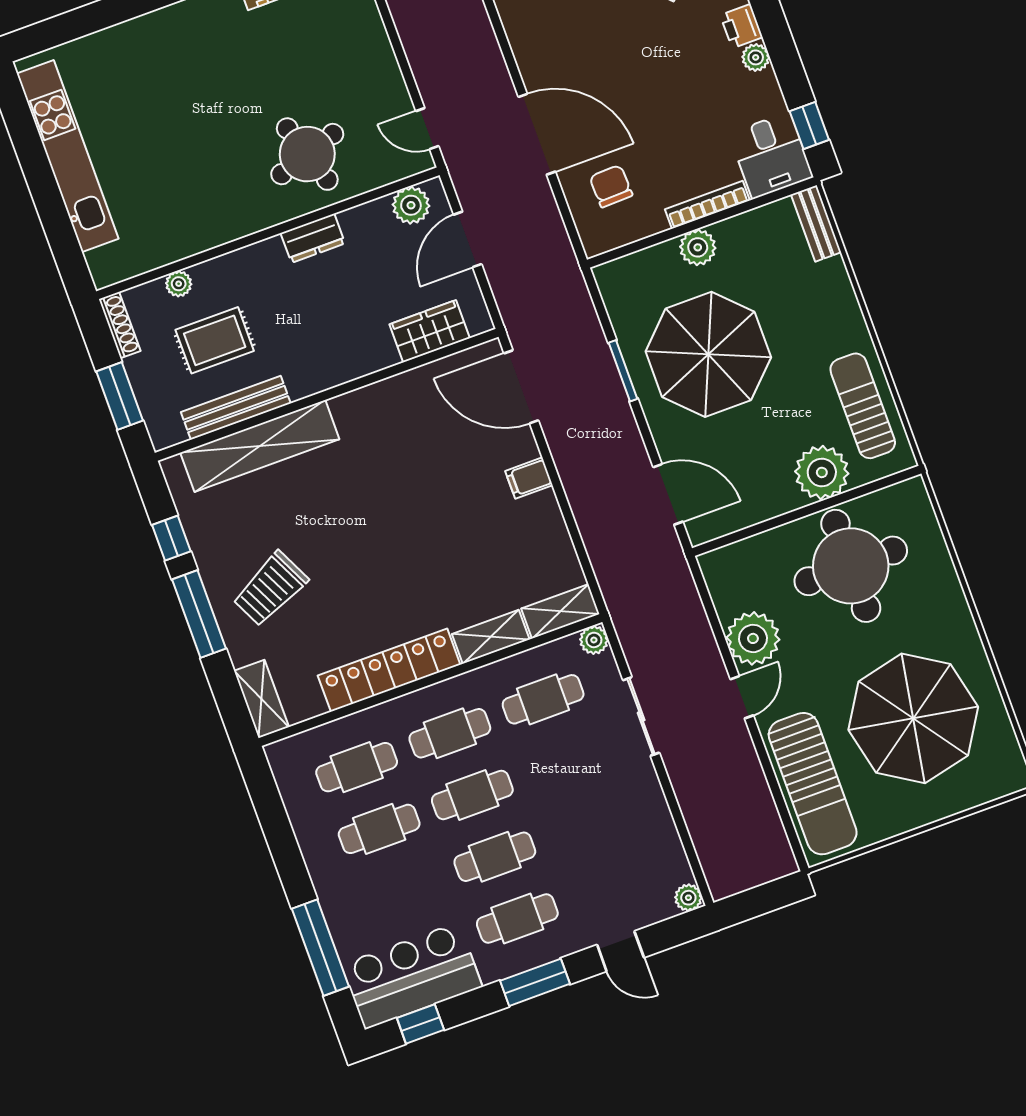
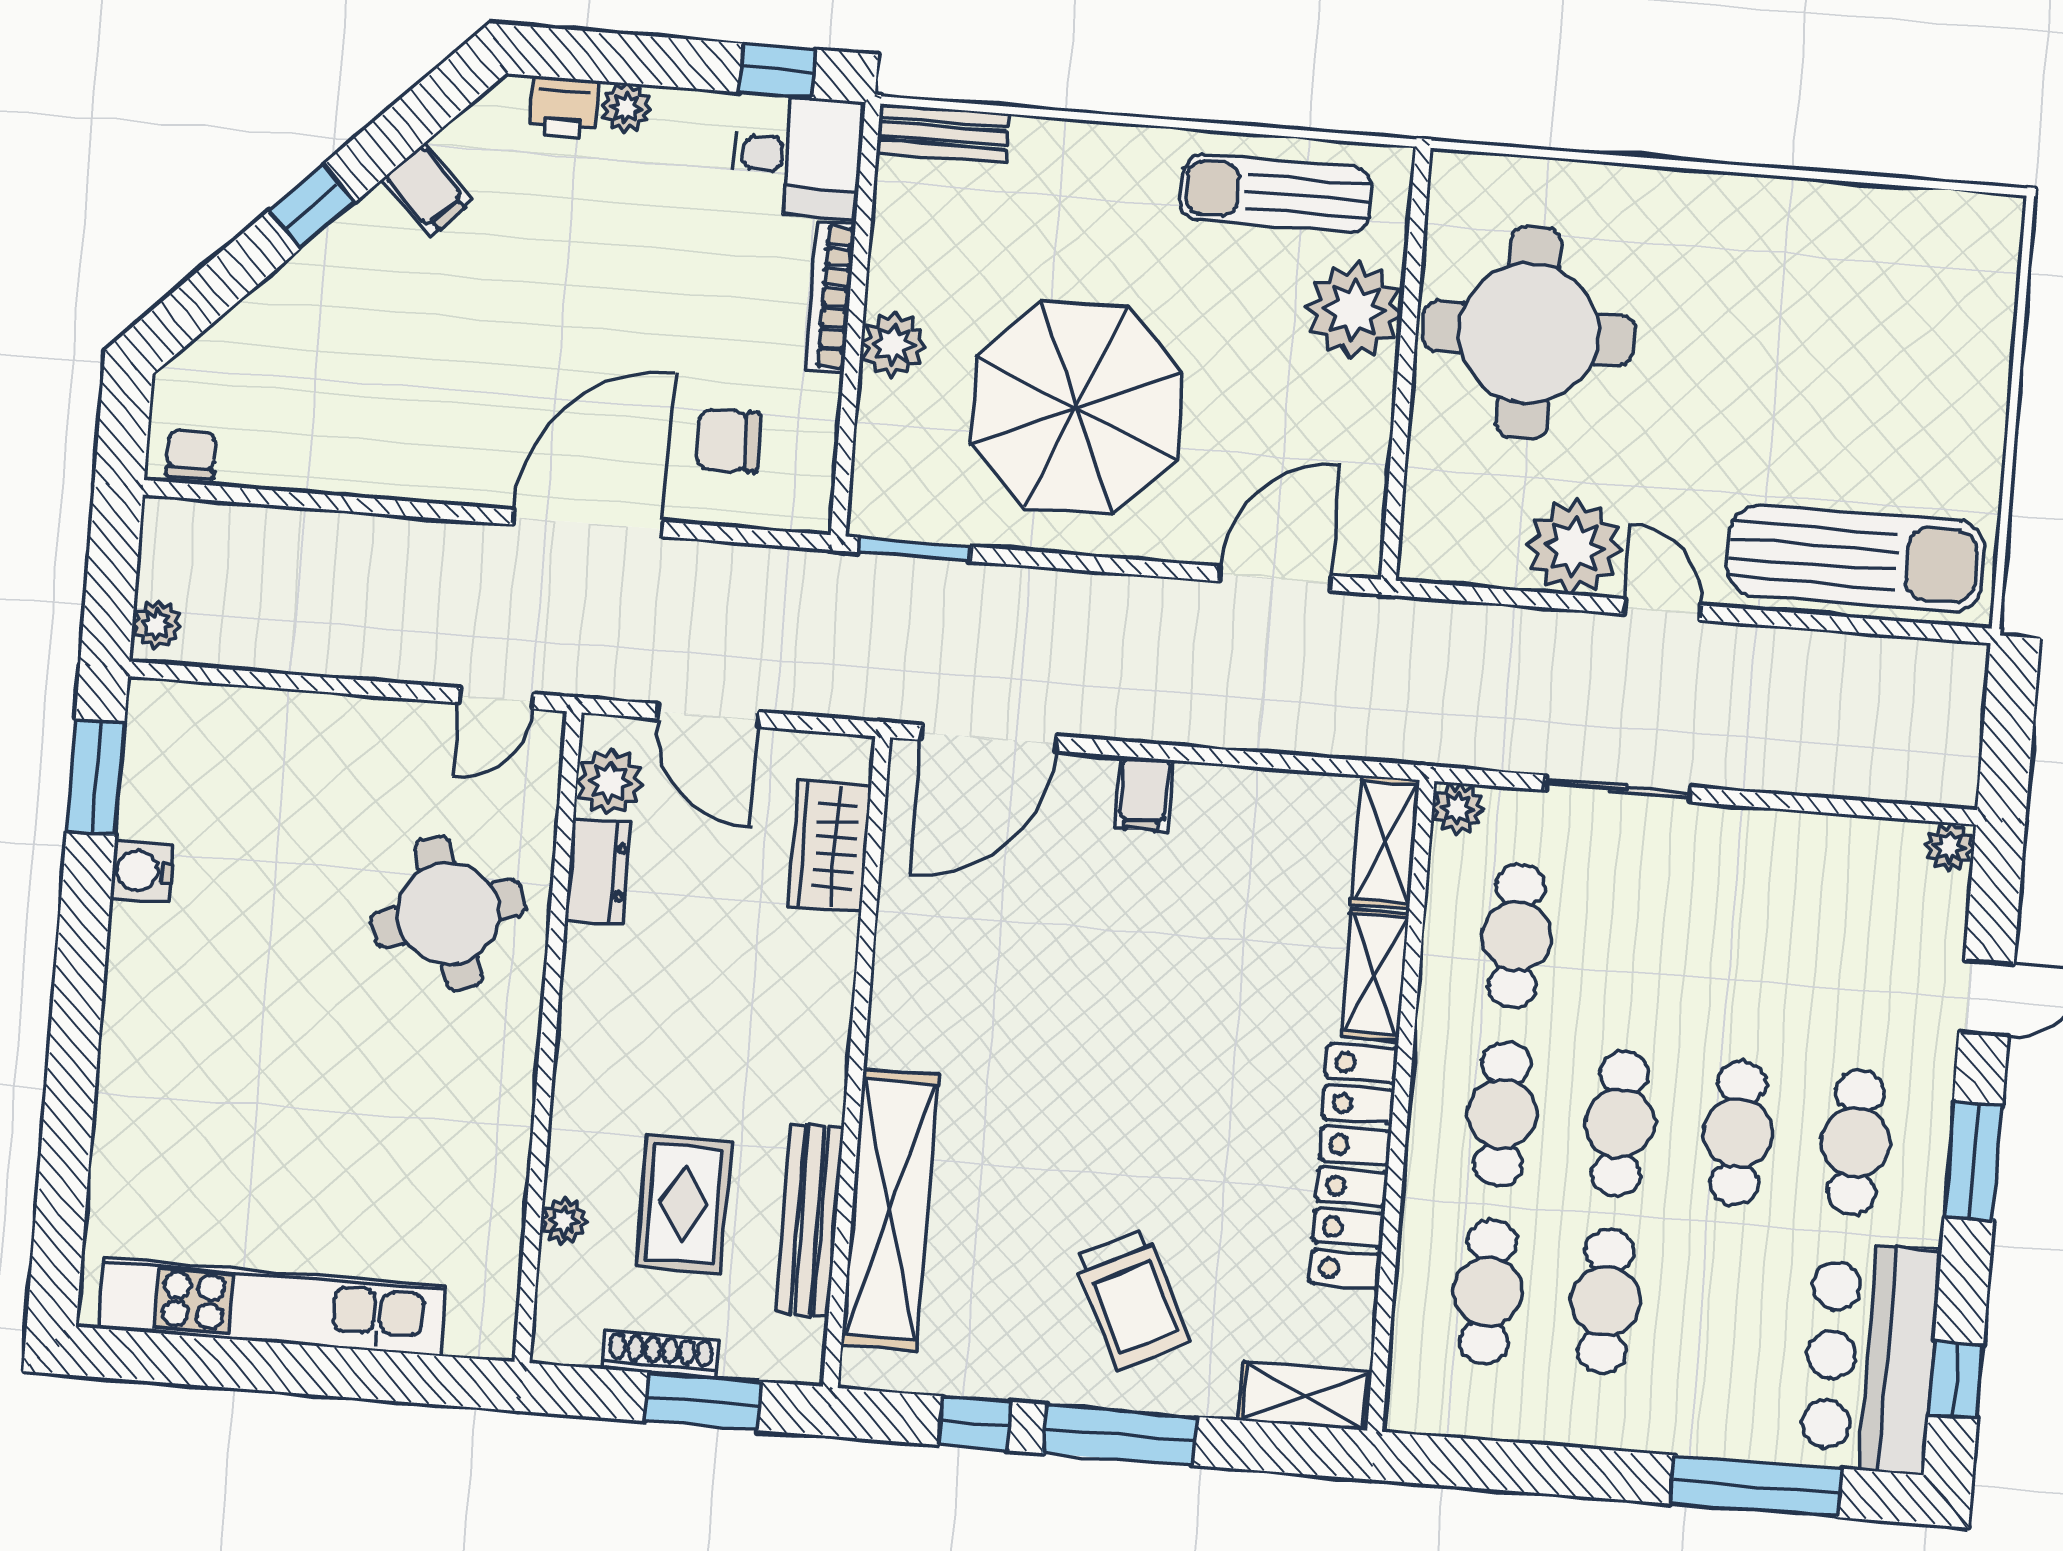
dresser: (313, 238) -> (598, 871), moved
shoe rack: (120, 325) -> (661, 1354), moved
window: (623, 371) -> (915, 549), moved
parasol: (913, 718) -> (1825, 345), removed

